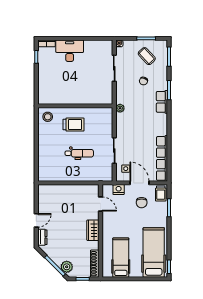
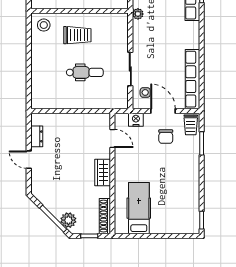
door: (36, 220) -> (29, 160), swing flipped
dresser: (42, 237) -> (37, 136), moved
hospital bed: (154, 252) -> (182, 201), removed

